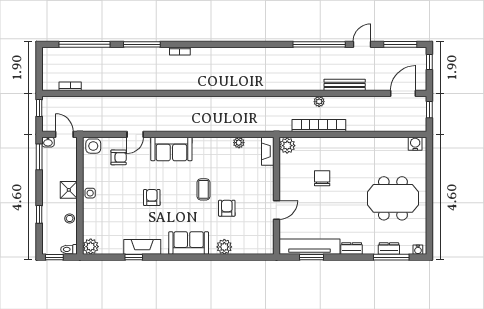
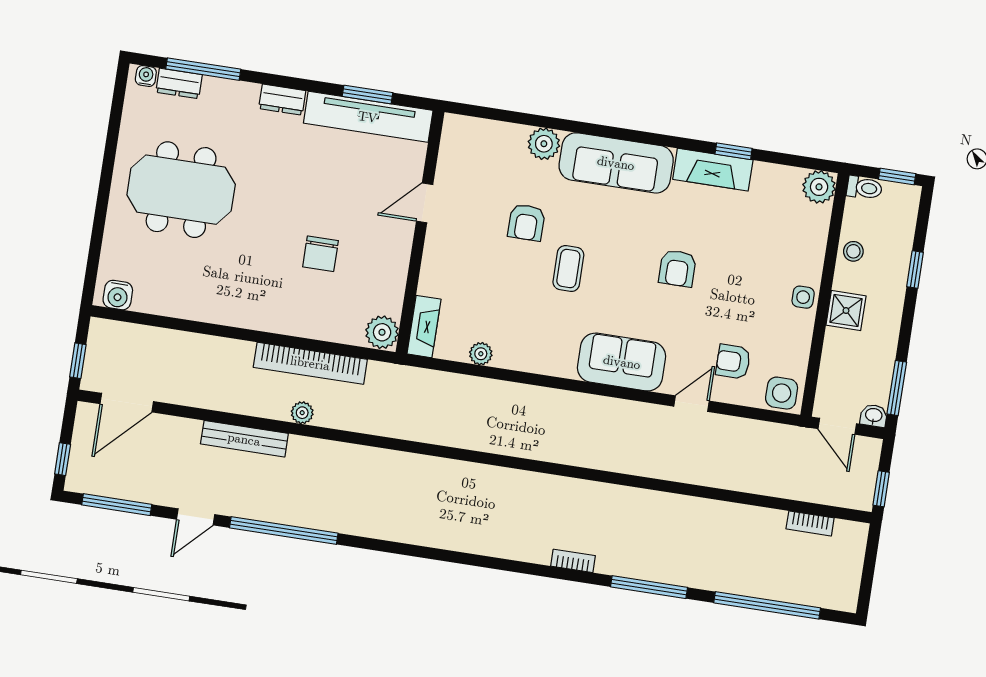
sofa: (189, 243) -> (616, 163), width x1.36
dresser: (389, 249) -> (179, 83), moved

